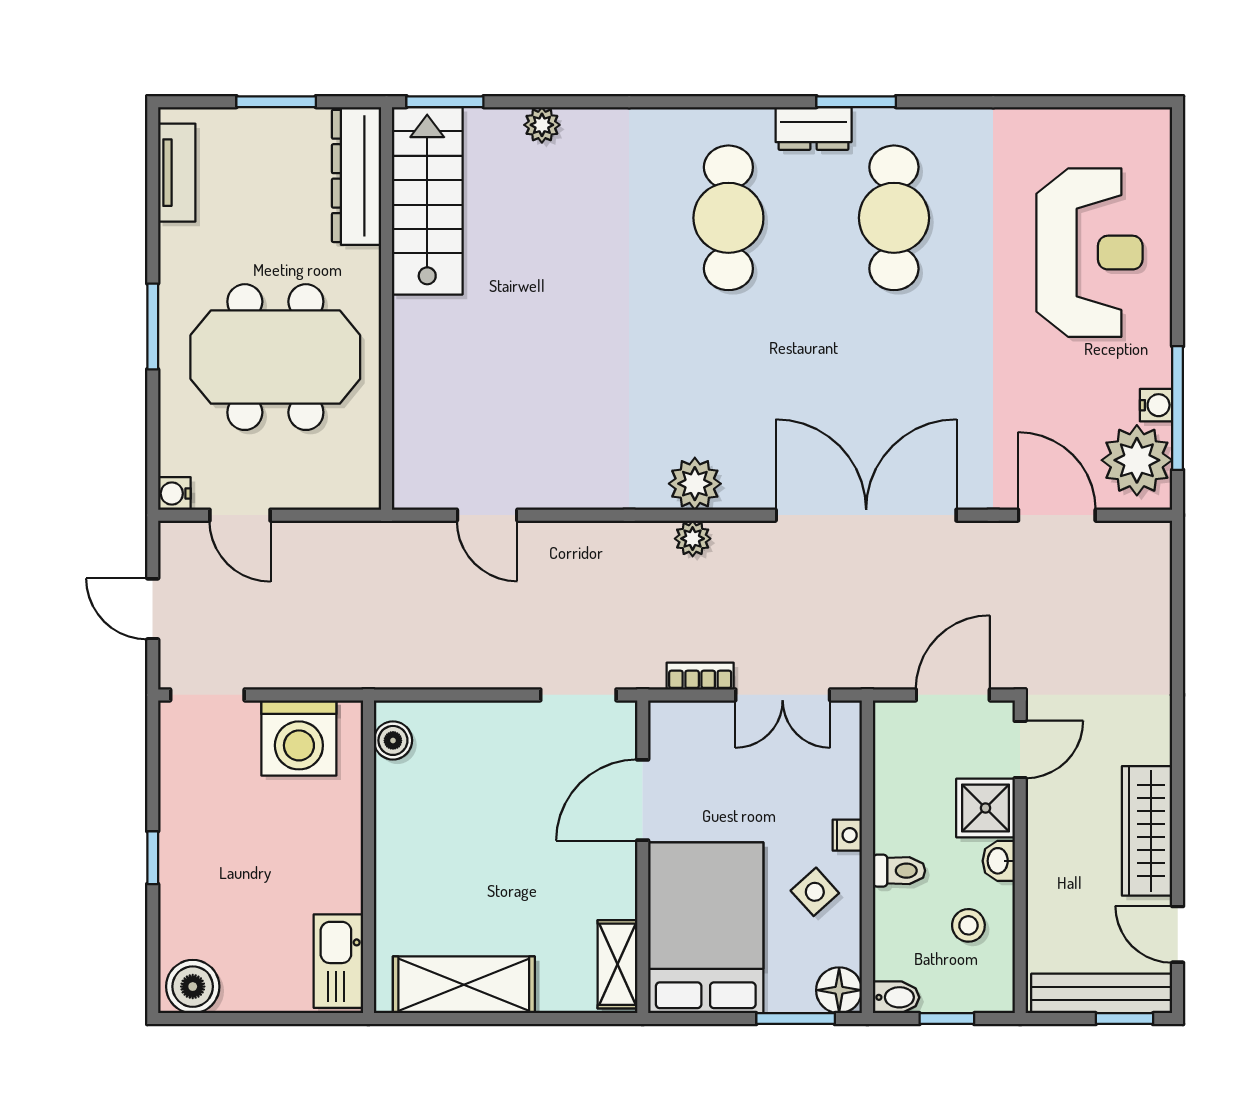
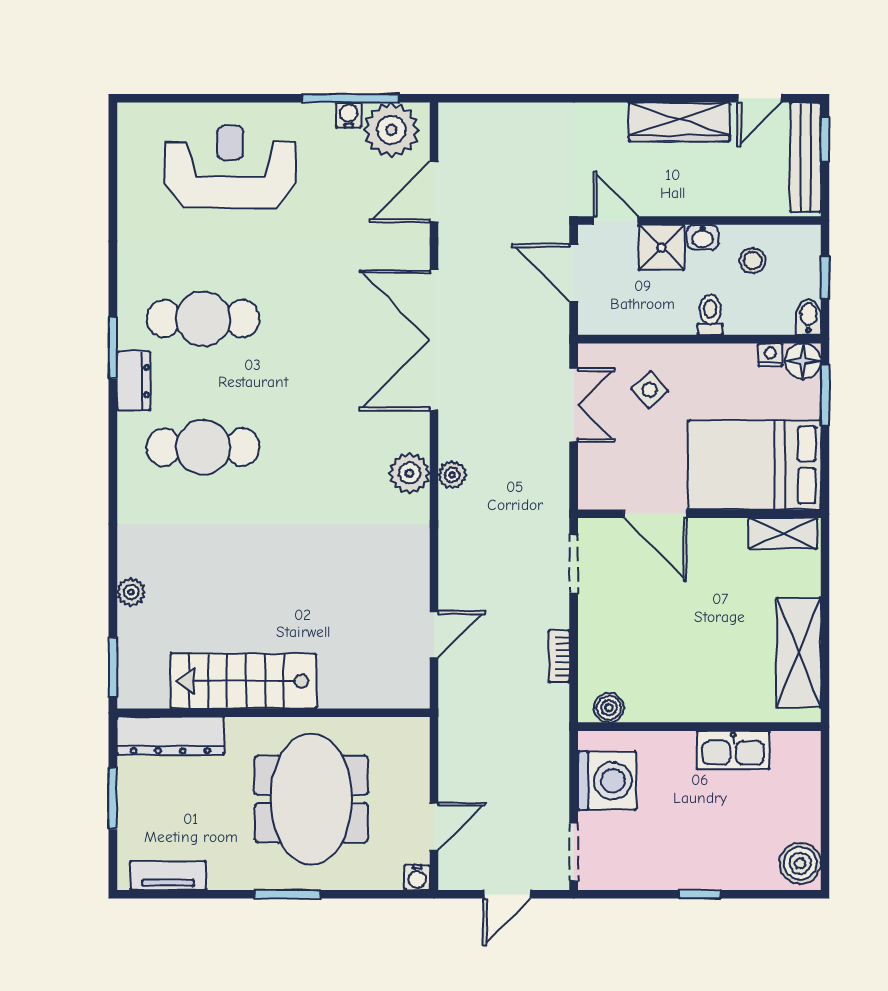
stairs: (427, 201) -> (243, 681), moved
bookcase: (700, 676) -> (559, 656), moved
nightstand: (847, 835) -> (770, 355), moved
side table: (815, 892) -> (650, 390), moved
kitchen sink: (338, 961) -> (733, 750), moved

